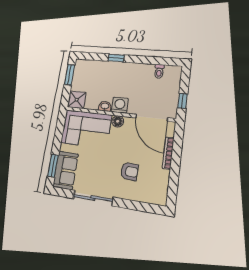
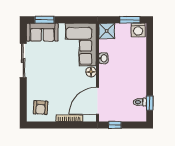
window: (116, 58) -> (150, 103), moved
washing machine: (120, 105) -> (138, 30), moved, turned 90
armchair: (129, 171) -> (41, 108), moved

